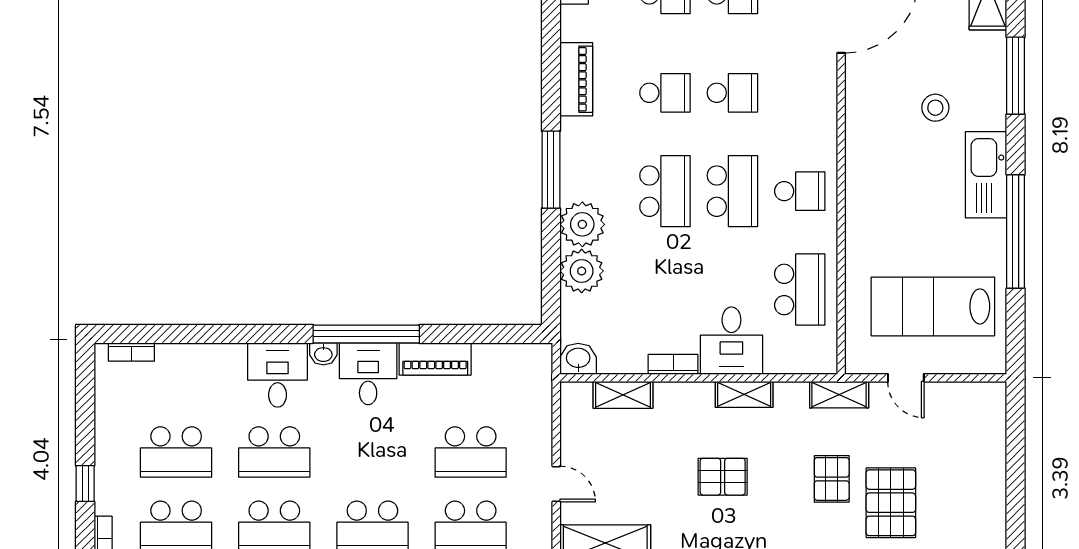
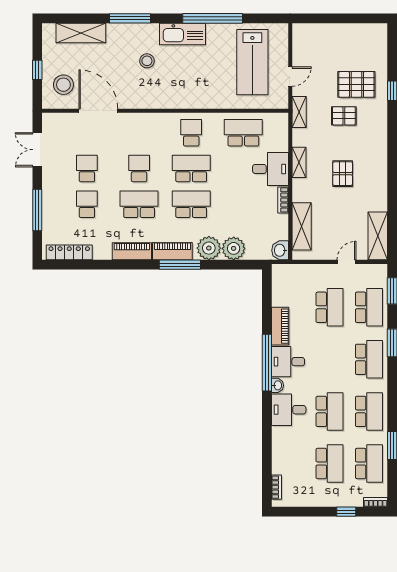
school desk: (665, 93) -> (139, 204), width x1.85
piano: (577, 156) -> (172, 251), added
shelving: (623, 395) -> (302, 226), width x1.50, depth x1.33

